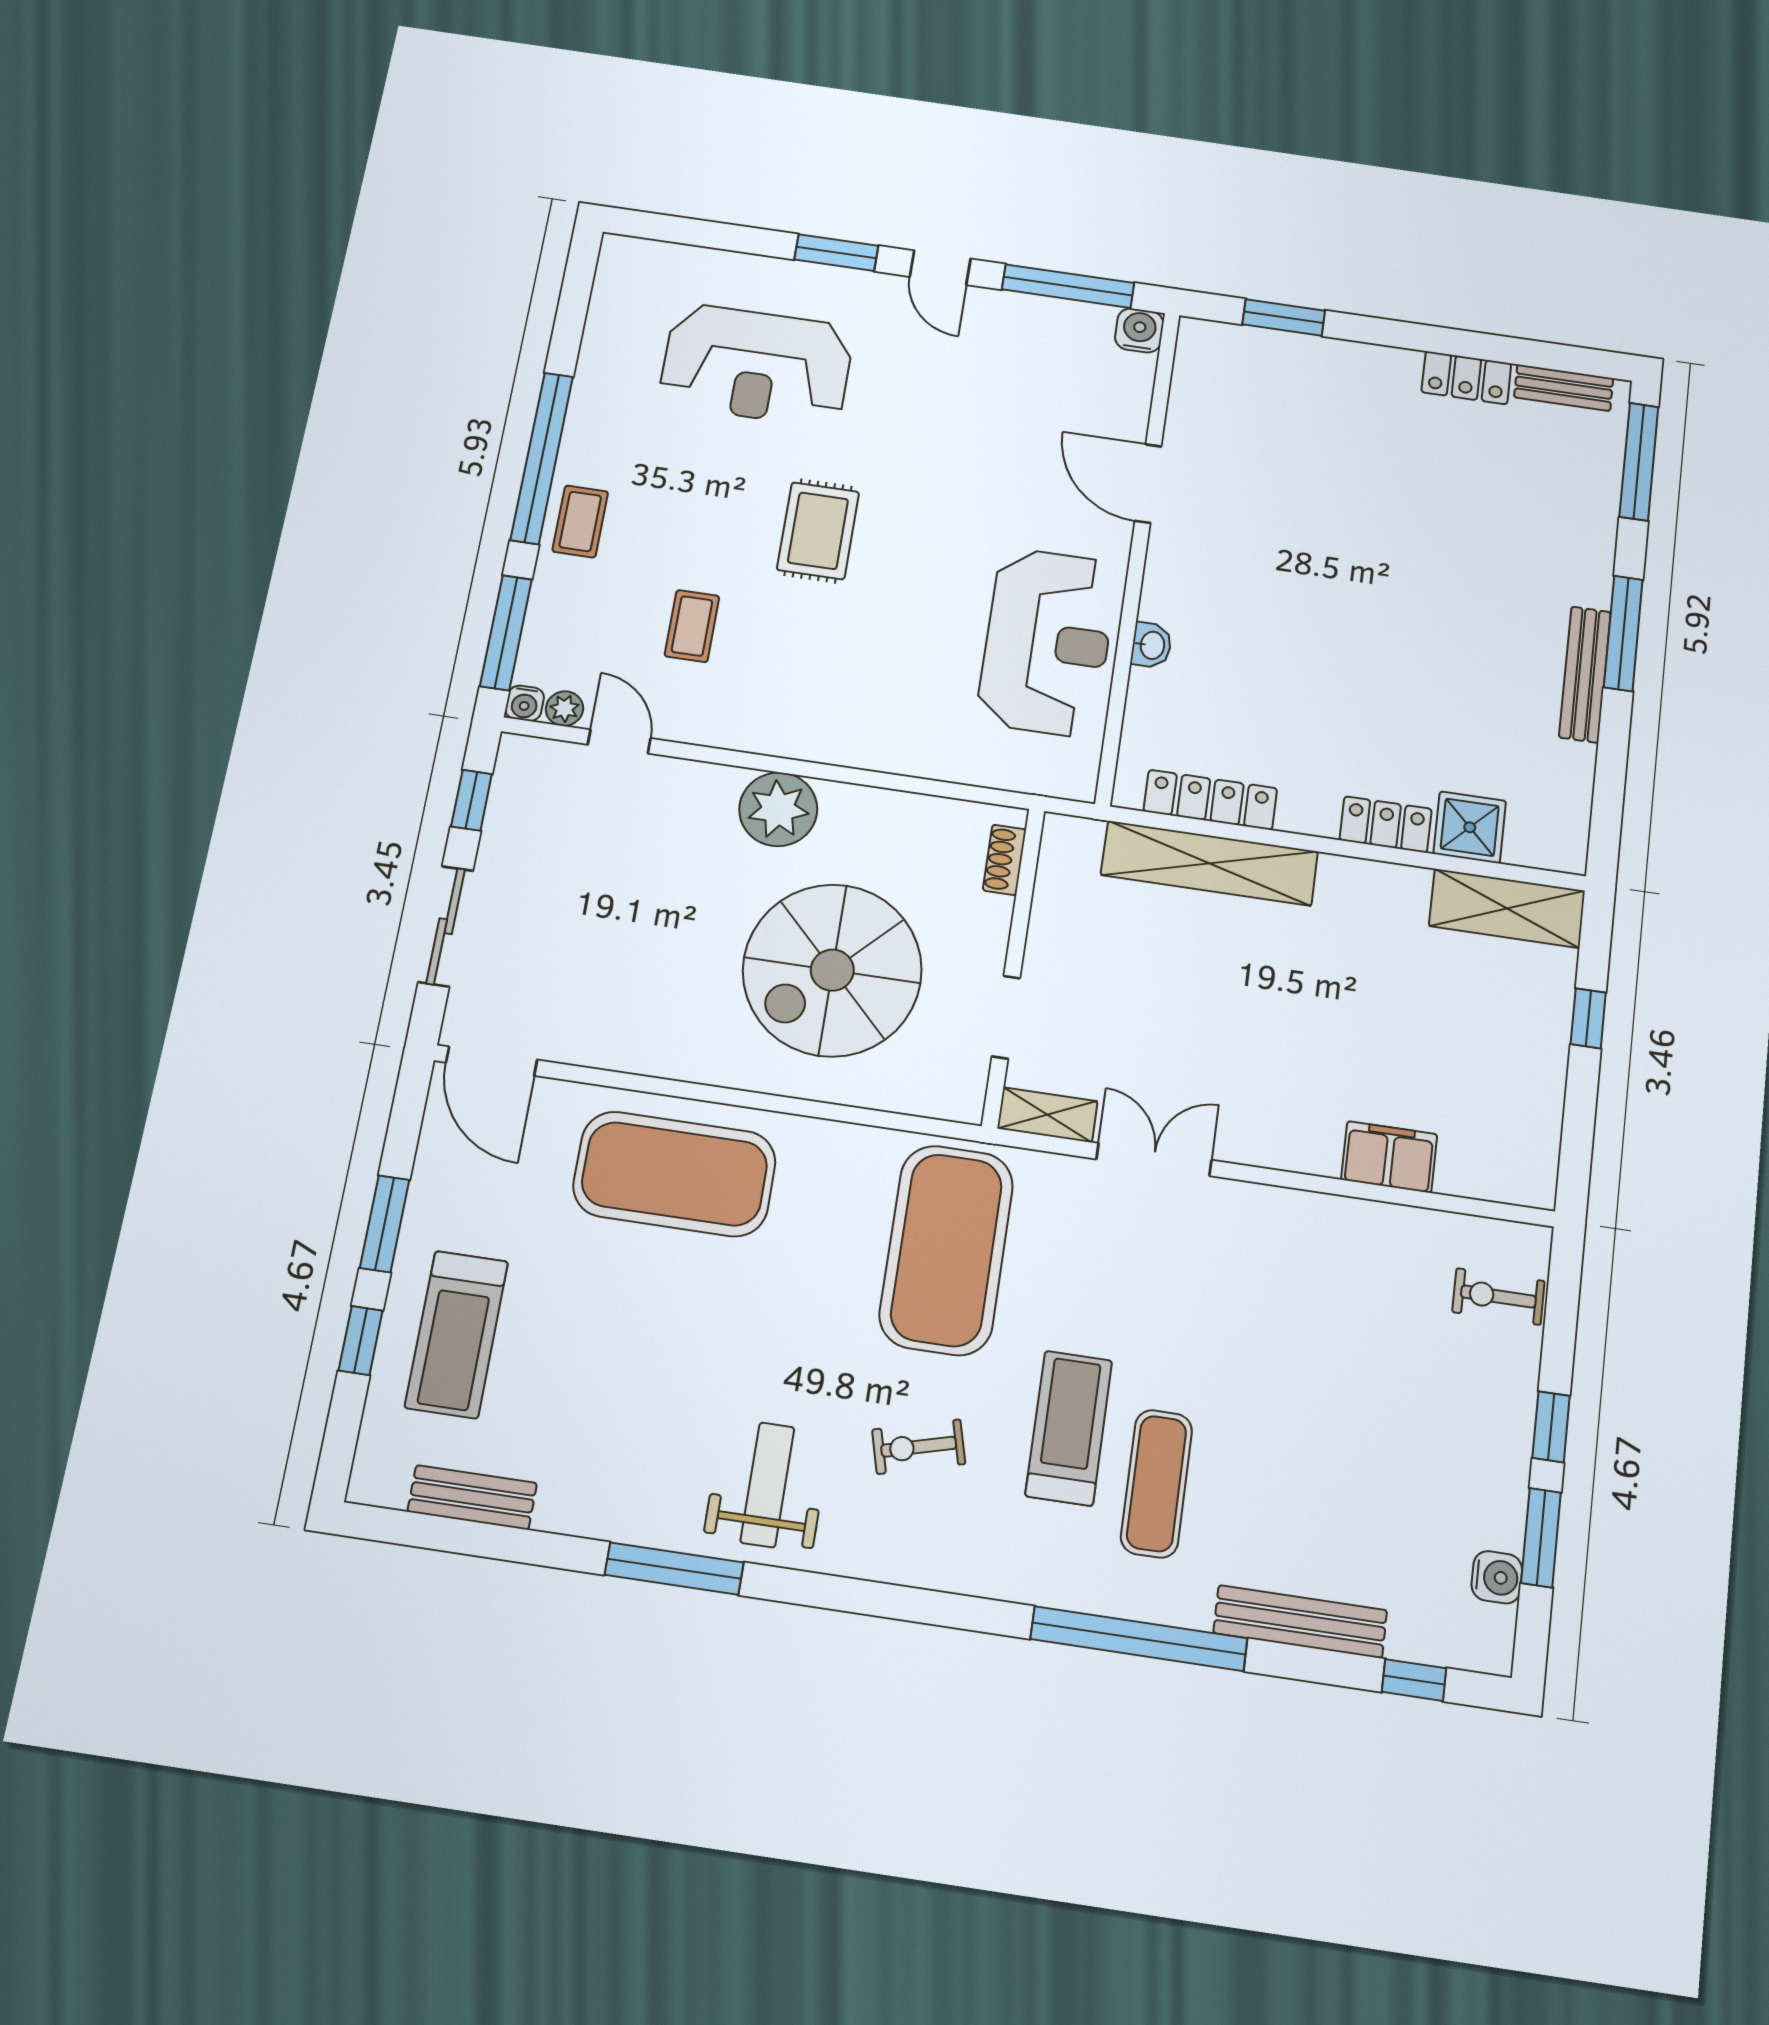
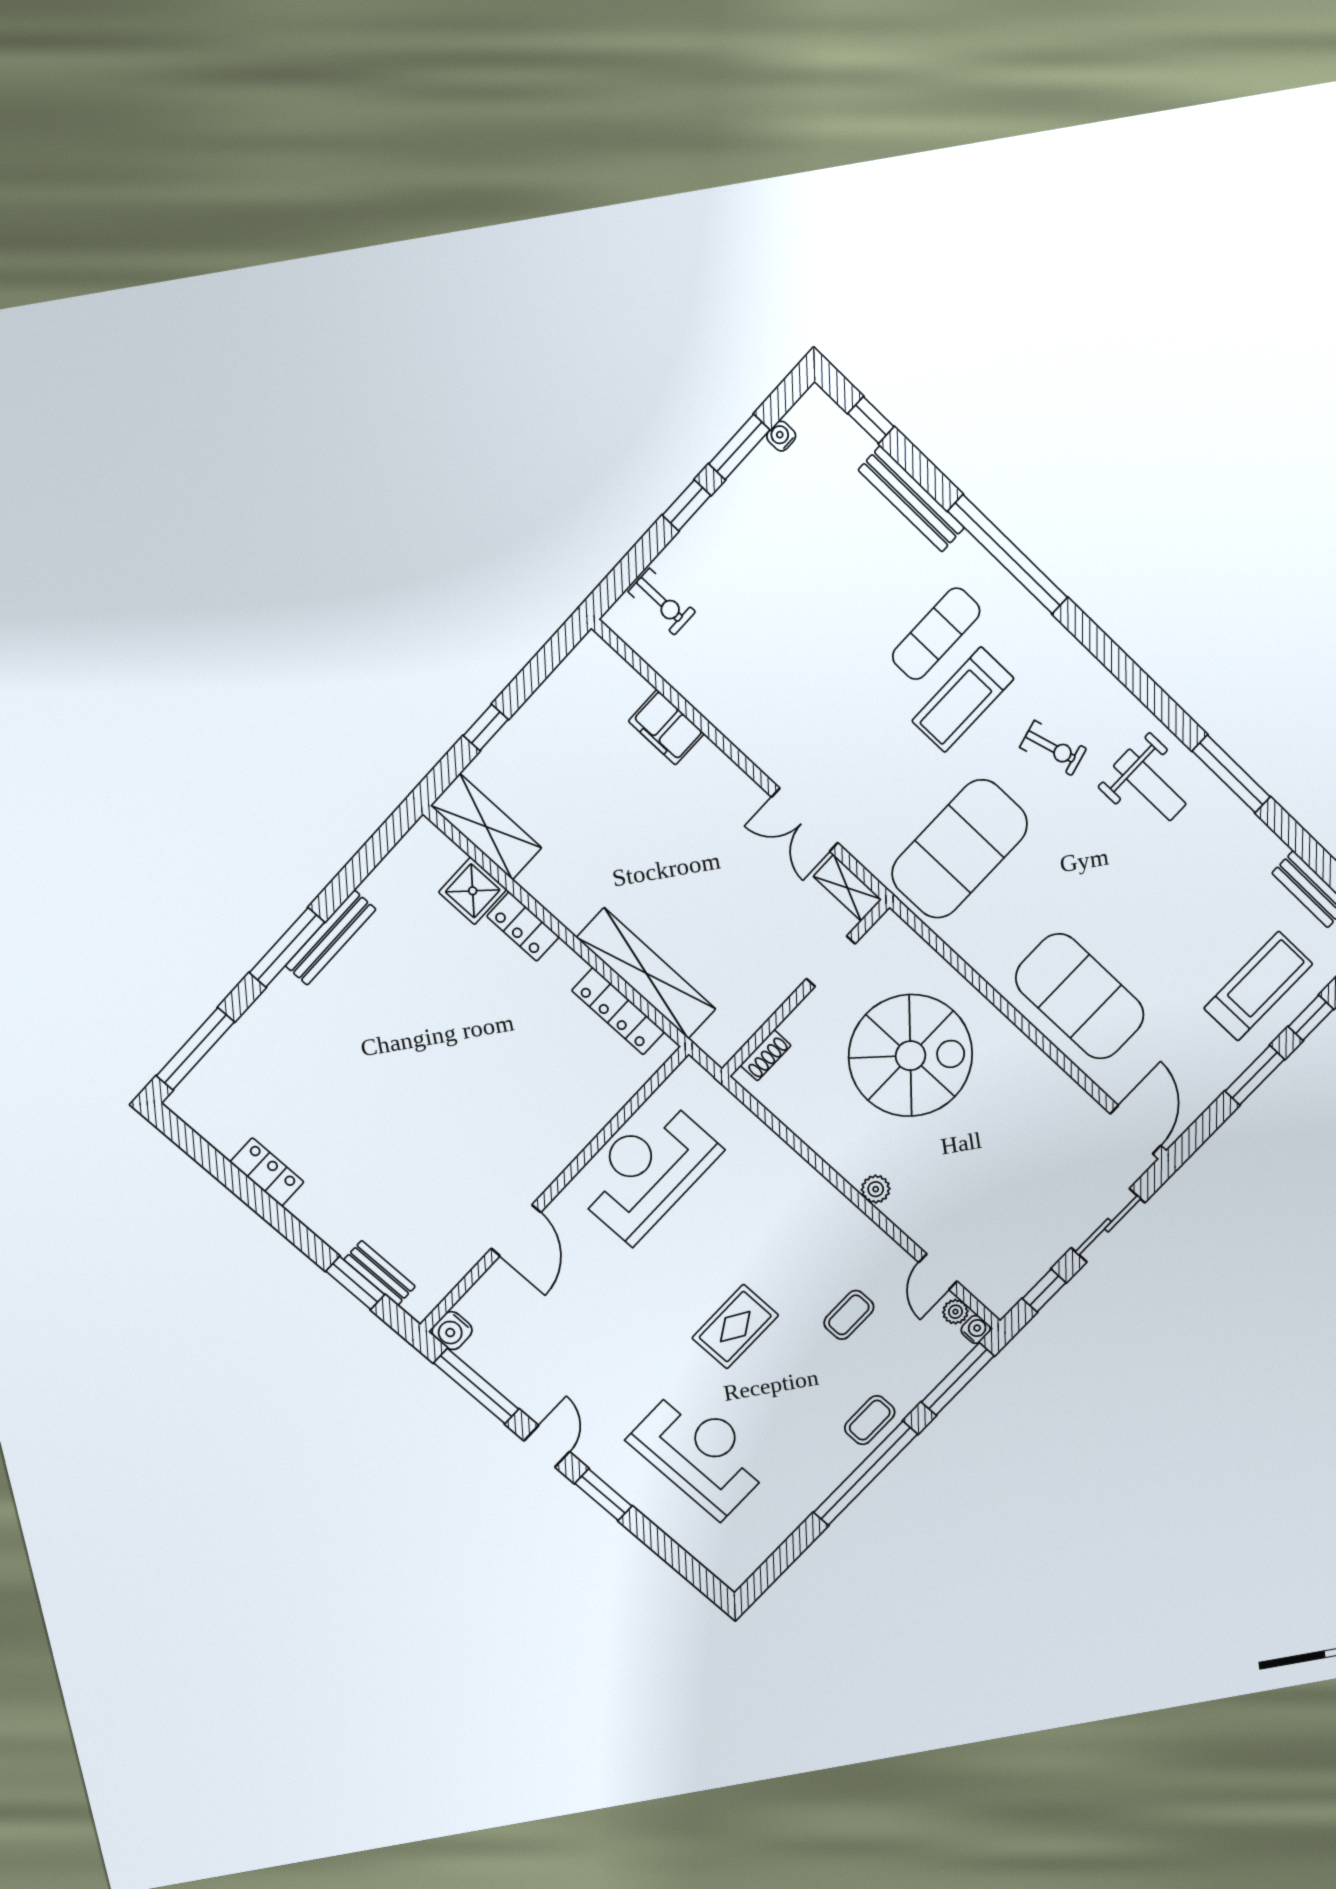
bench: (1564, 388) -> (380, 1273), moved
washbasin: (1151, 645) -> (586, 1129), removed
plant: (778, 809) -> (876, 1189), width x0.53, depth x0.53
weight bench: (767, 1485) -> (1150, 785), turned -90
water cooler: (1497, 1577) -> (781, 436), width x0.72, depth x0.72

